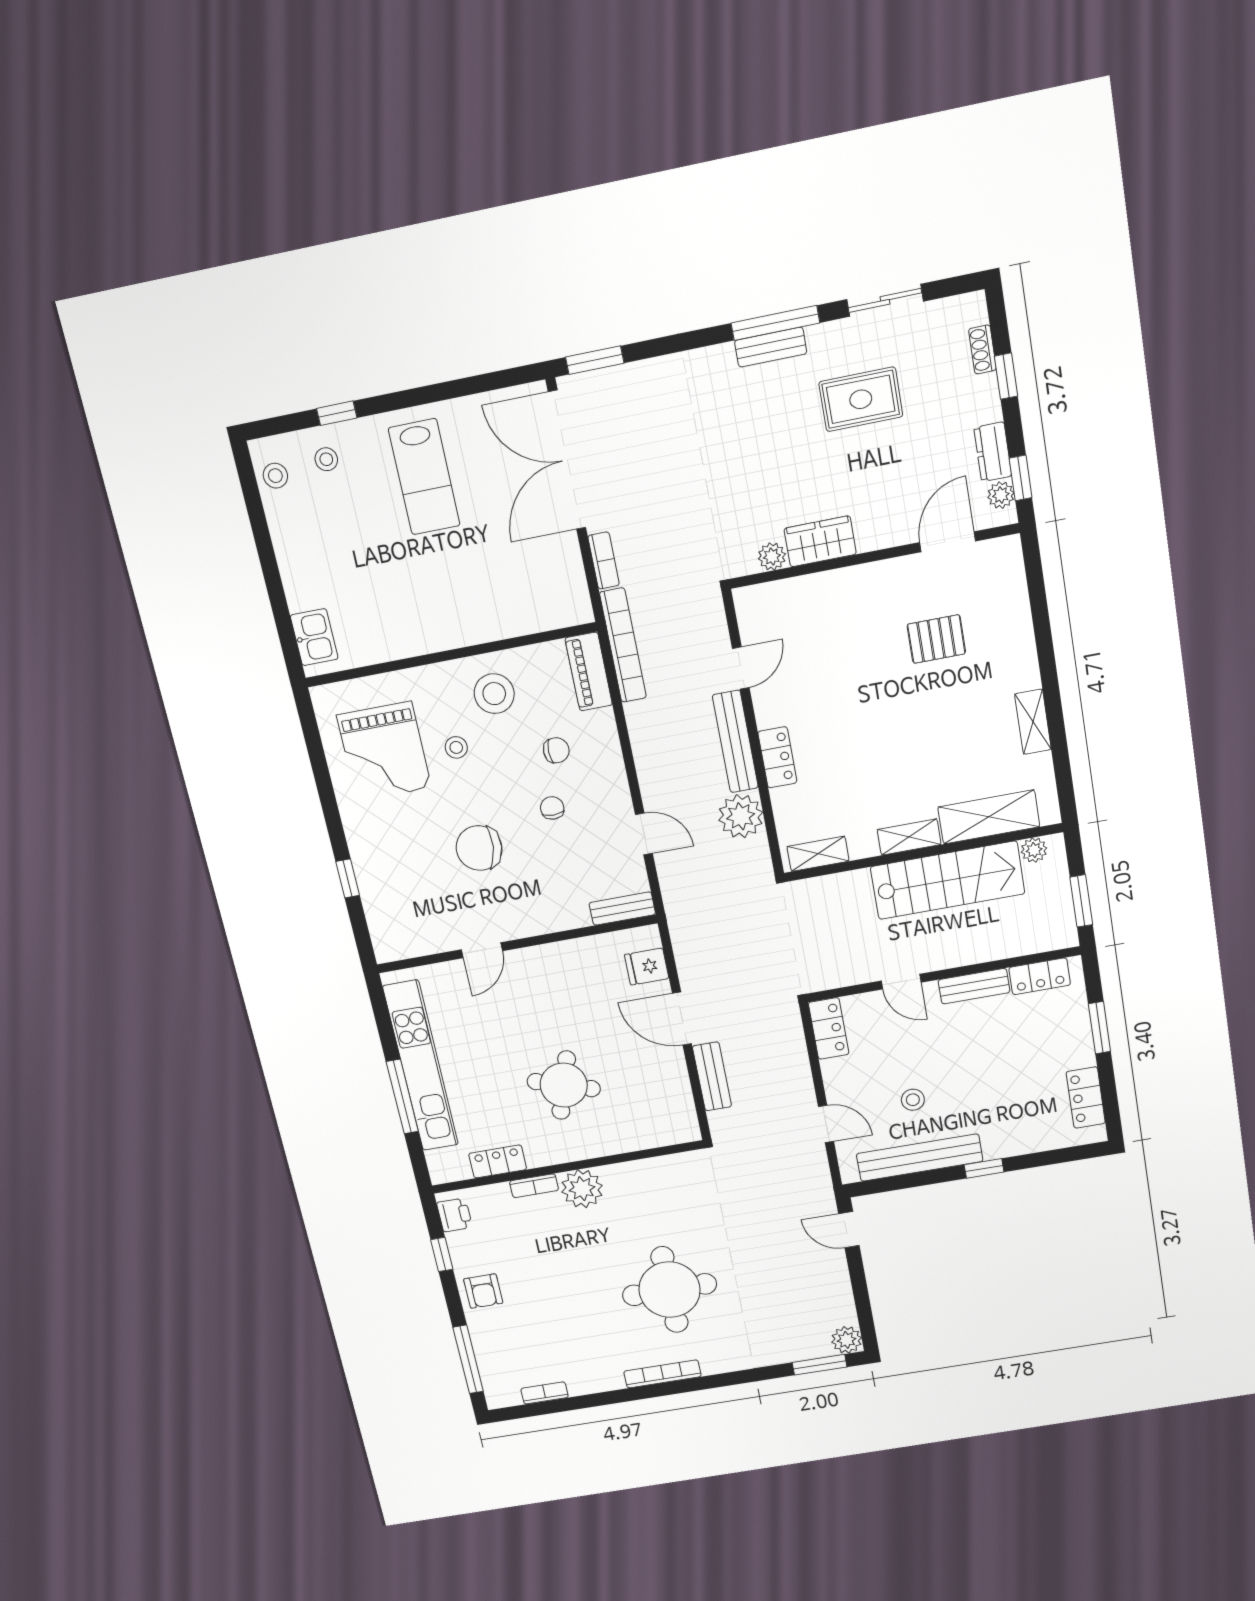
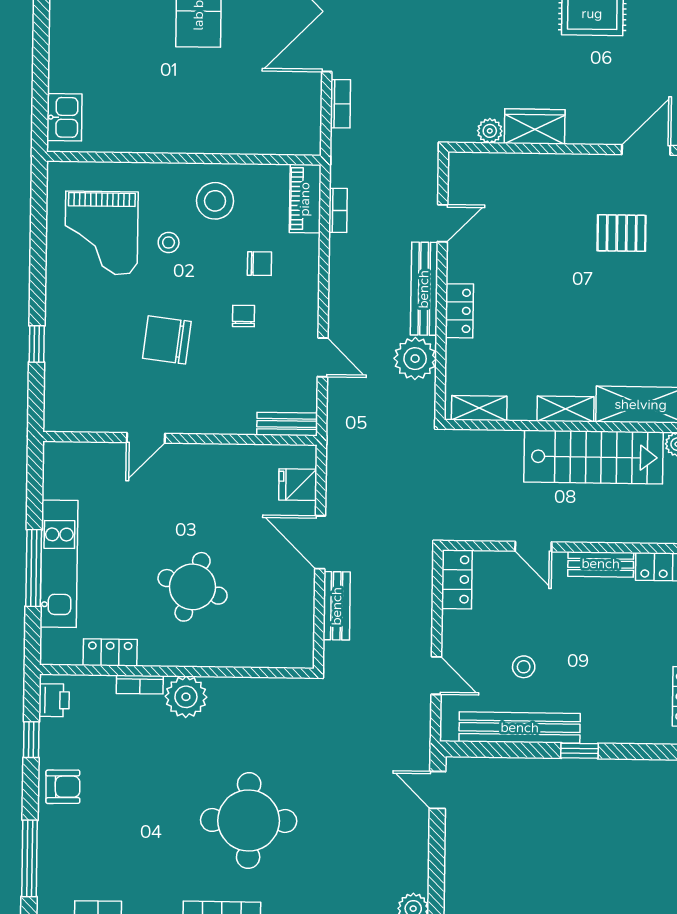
bookcase: (623, 645) -> (338, 210), width x0.43, depth x0.76
kitchen unit: (421, 1066) -> (59, 564), width x0.73
armchair: (483, 1291) -> (63, 787), turned -91

